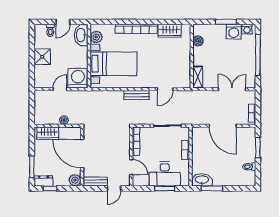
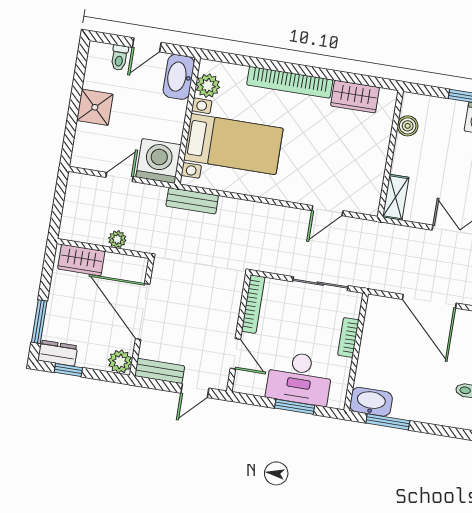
bench: (136, 95) -> (192, 201), moved

